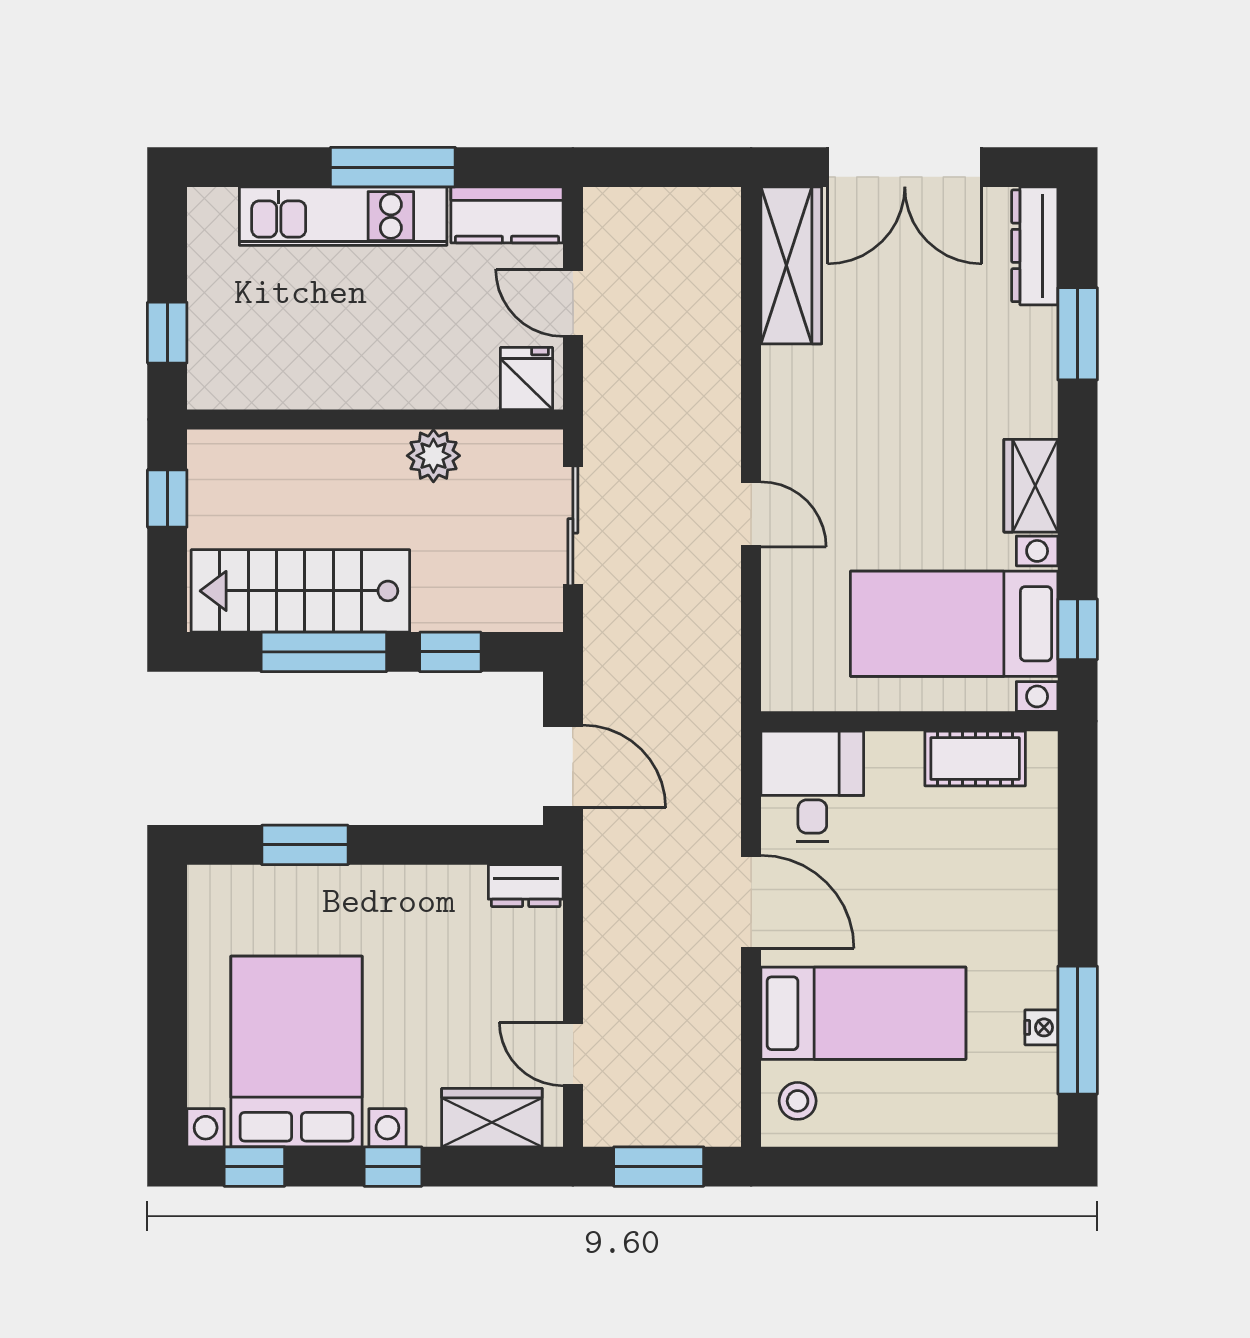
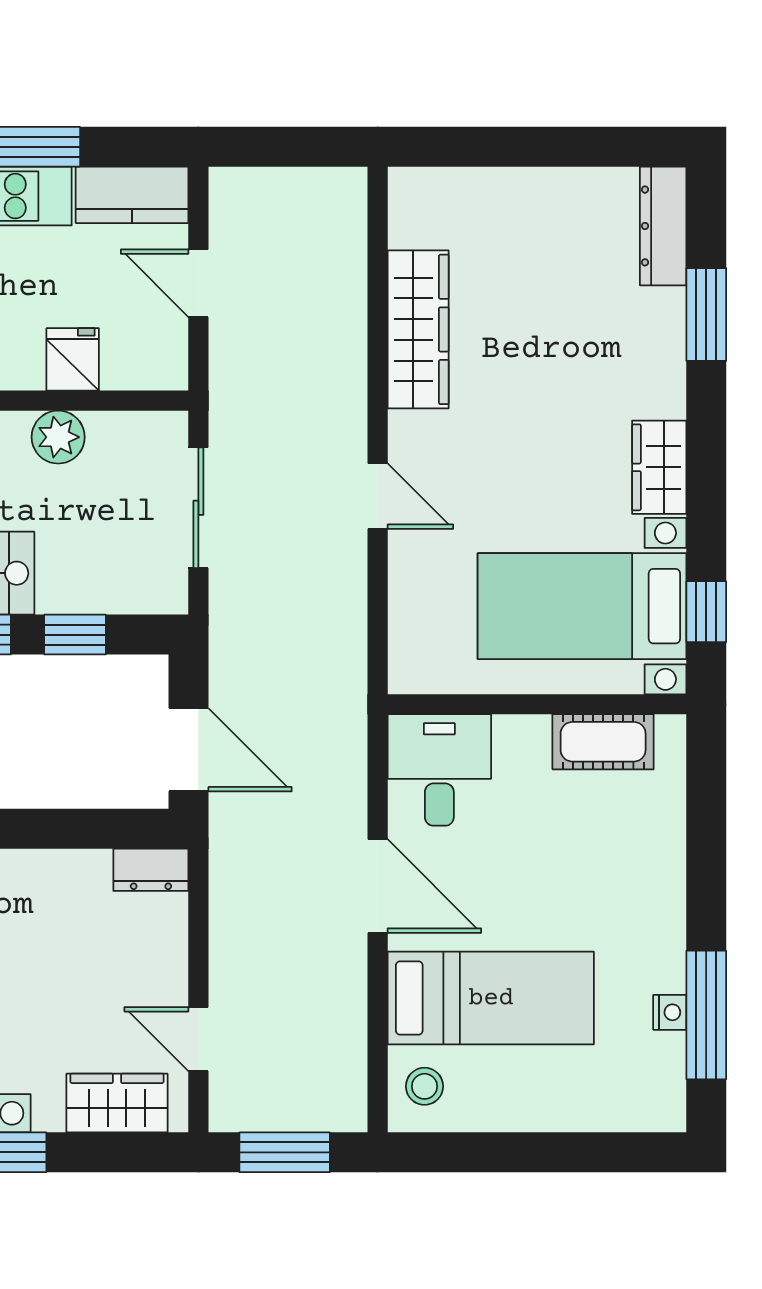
double door: (905, 167) -> (532, 147), removed
wardrobe: (791, 265) -> (418, 329), moved
fridge: (526, 378) -> (73, 359), moved

